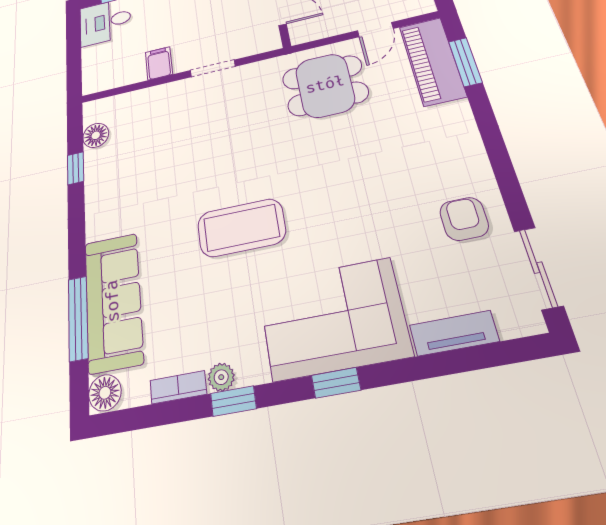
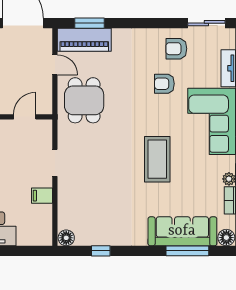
floor lamp: (96, 135) -> (66, 238), moved
armchair: (388, 211) -> (164, 84), added

